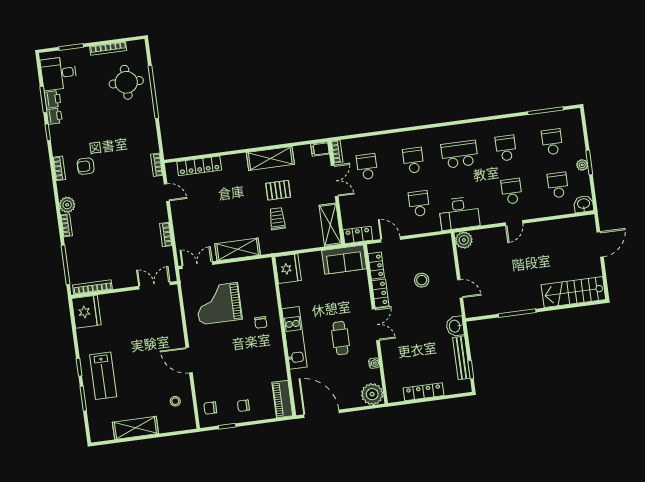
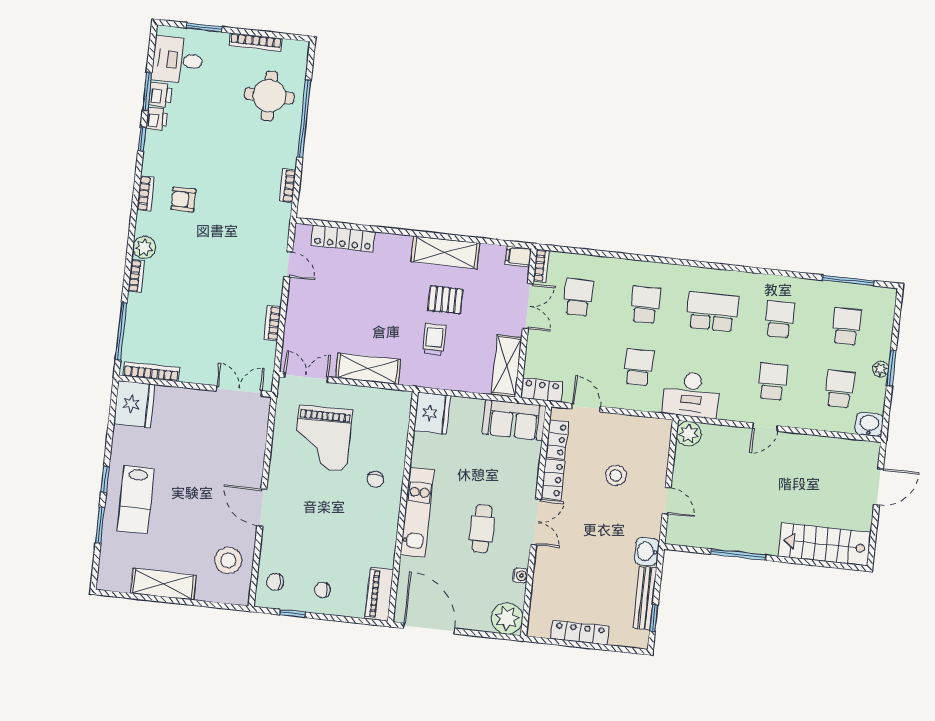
bookcase: (157, 165) -> (288, 186), moved
grand piano: (218, 304) -> (323, 438), turned -90
stool: (175, 401) -> (228, 560), width x1.89, depth x1.89

